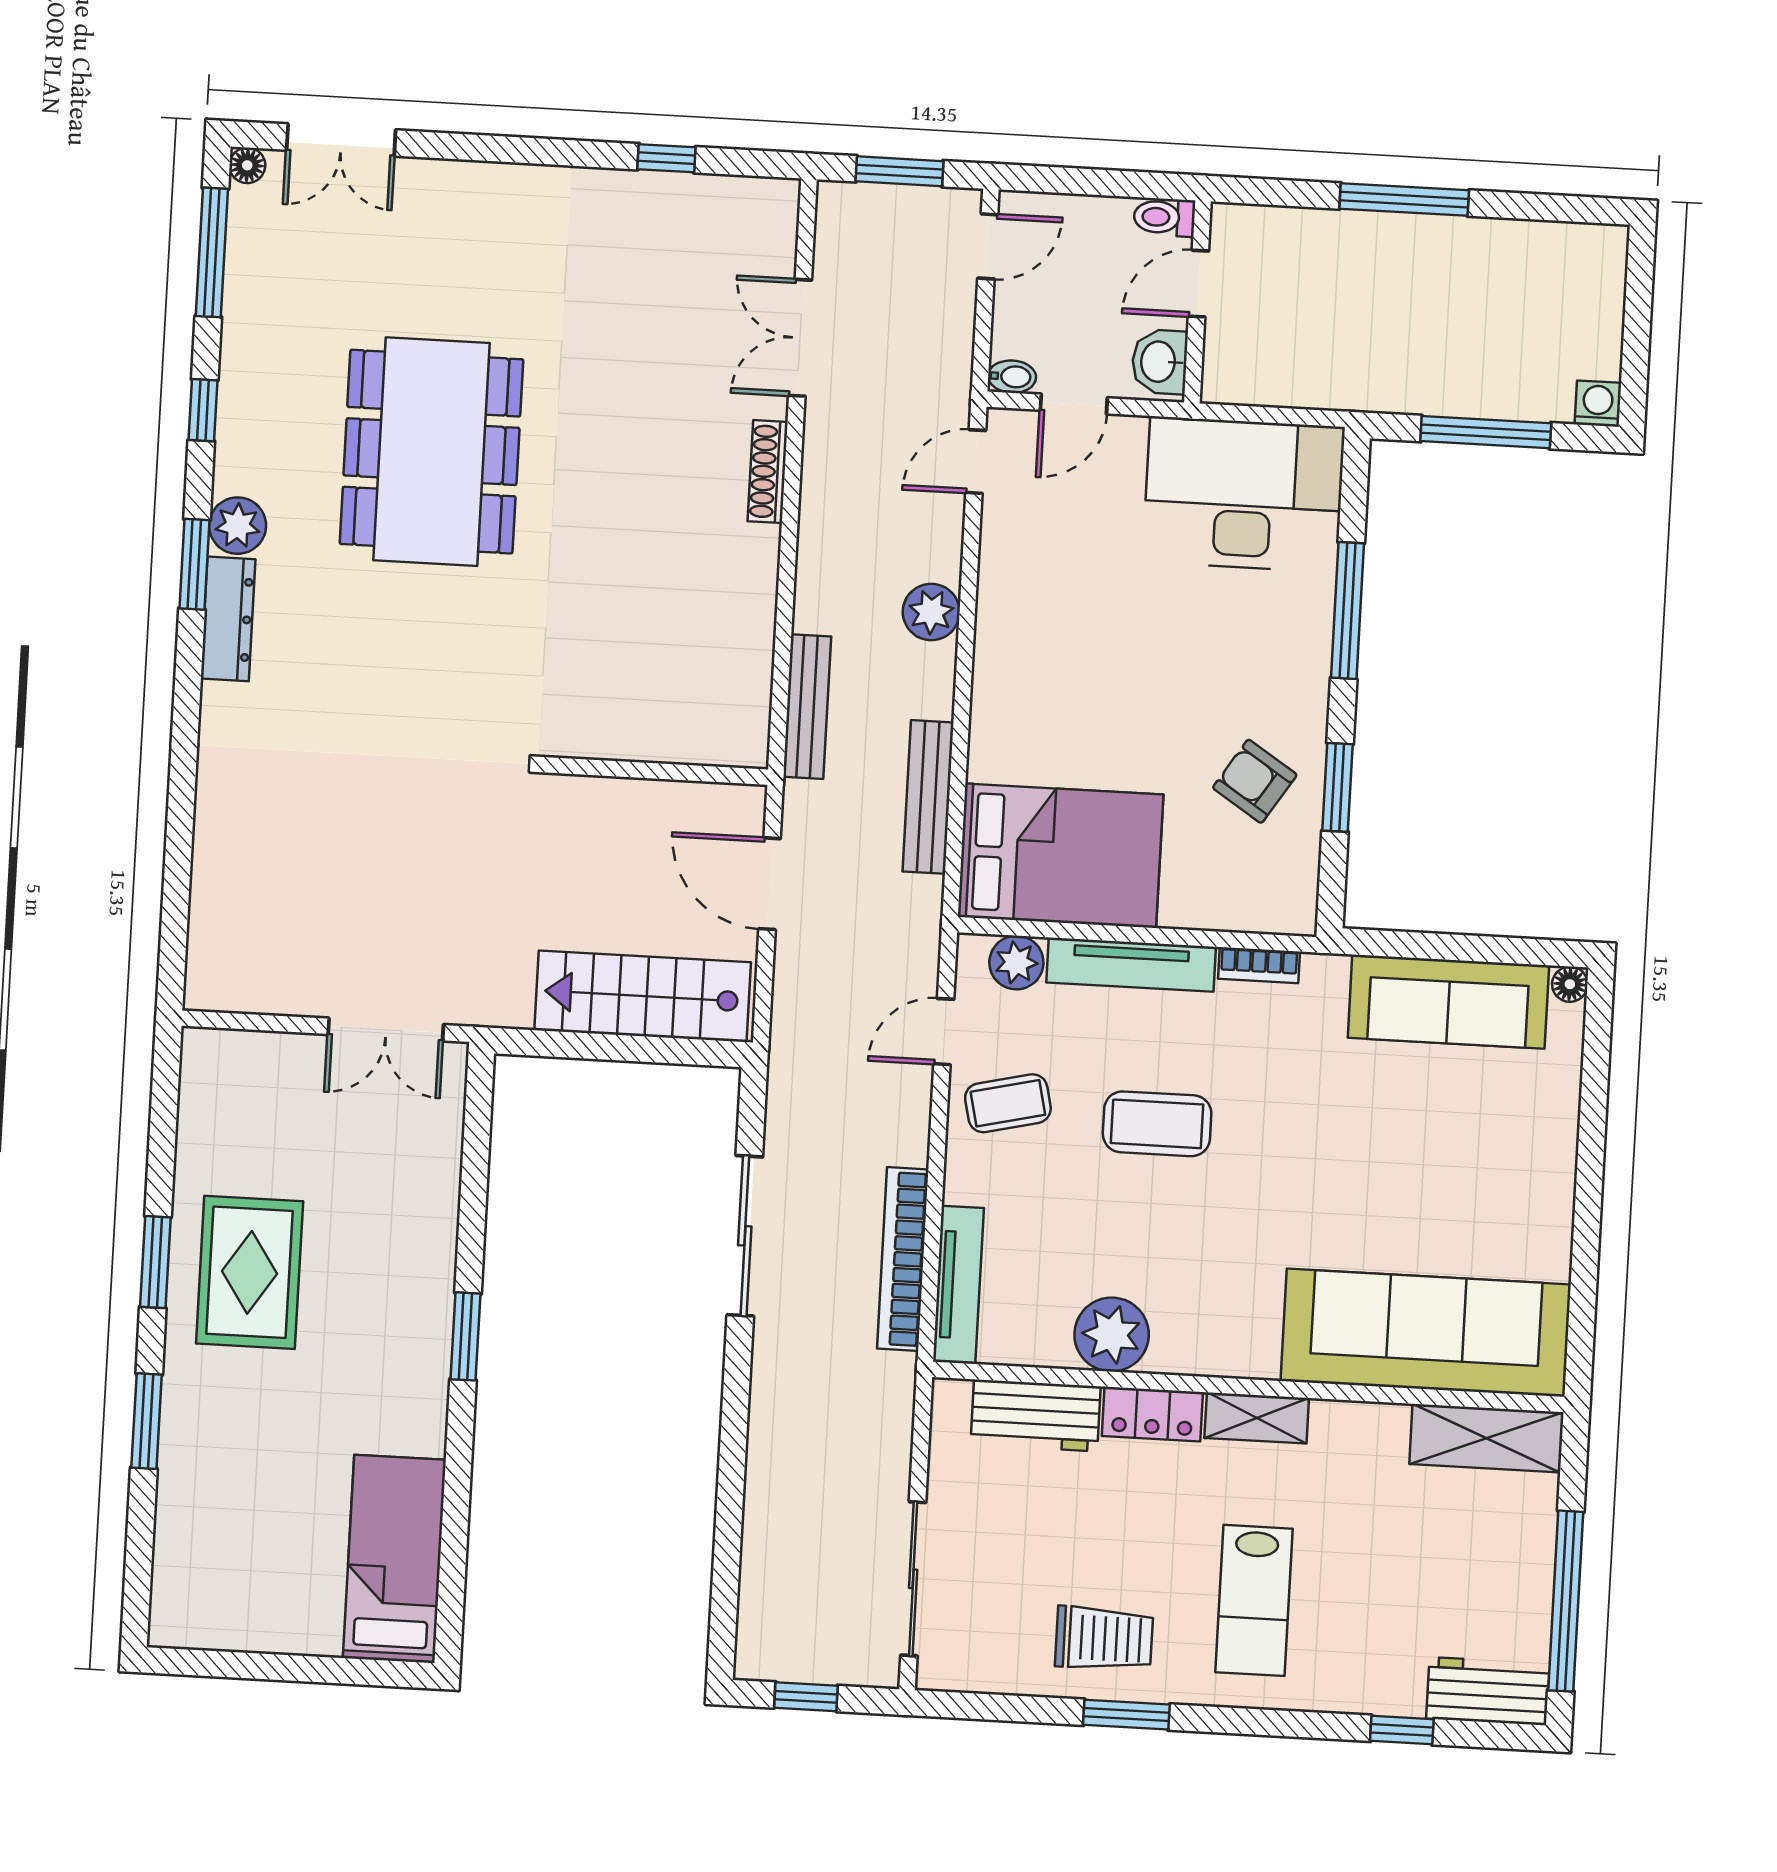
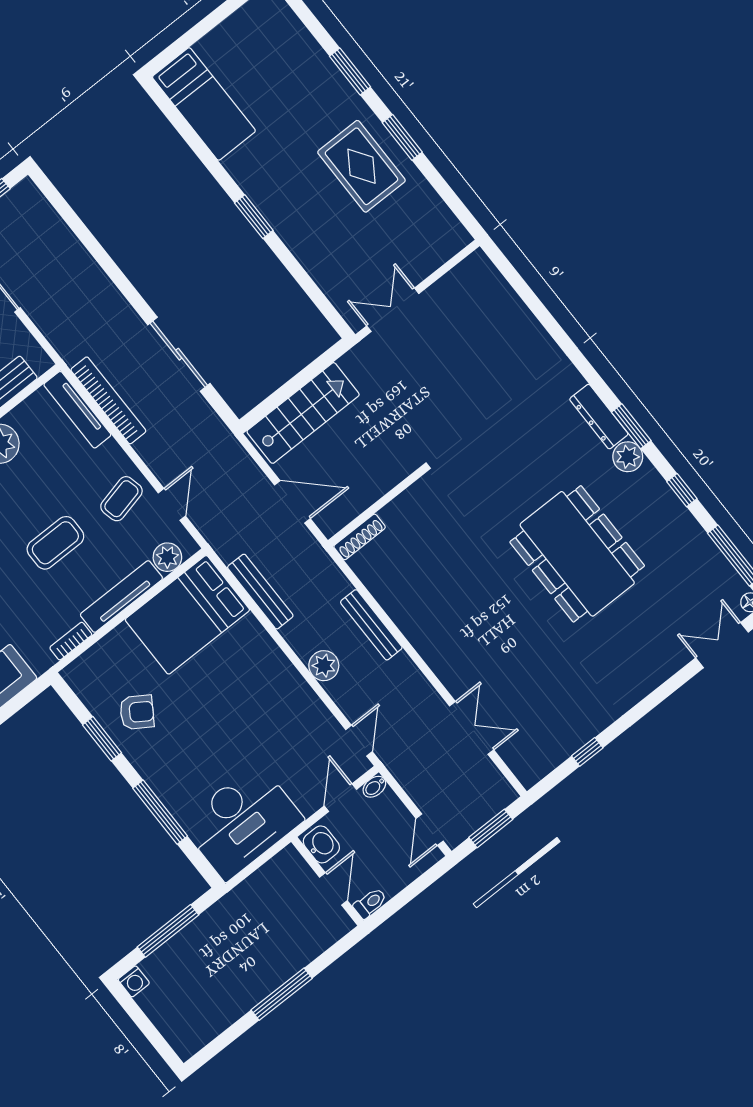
shoe rack: (768, 472) -> (360, 537), moved, turned 90
bench: (807, 707) -> (371, 625), moved

